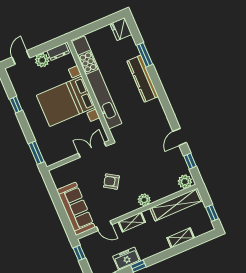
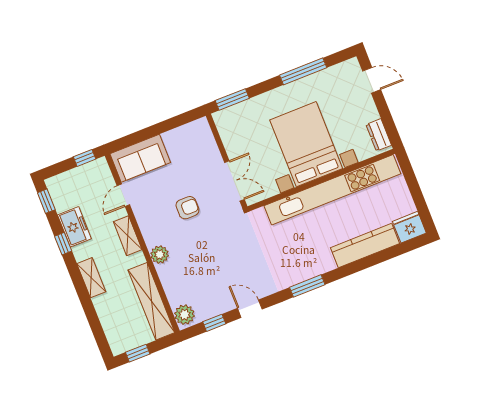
window: (145, 55) -> (307, 286), moved
plant: (42, 60) -> (367, 111), removed
kitchen counter: (143, 79) -> (365, 246), moved
window: (16, 105) -> (303, 71), width x2.17
armchair: (111, 182) -> (187, 208), turned 58
sofa: (76, 209) -> (140, 158), width x0.73
shelving: (181, 238) -> (91, 278), moved

